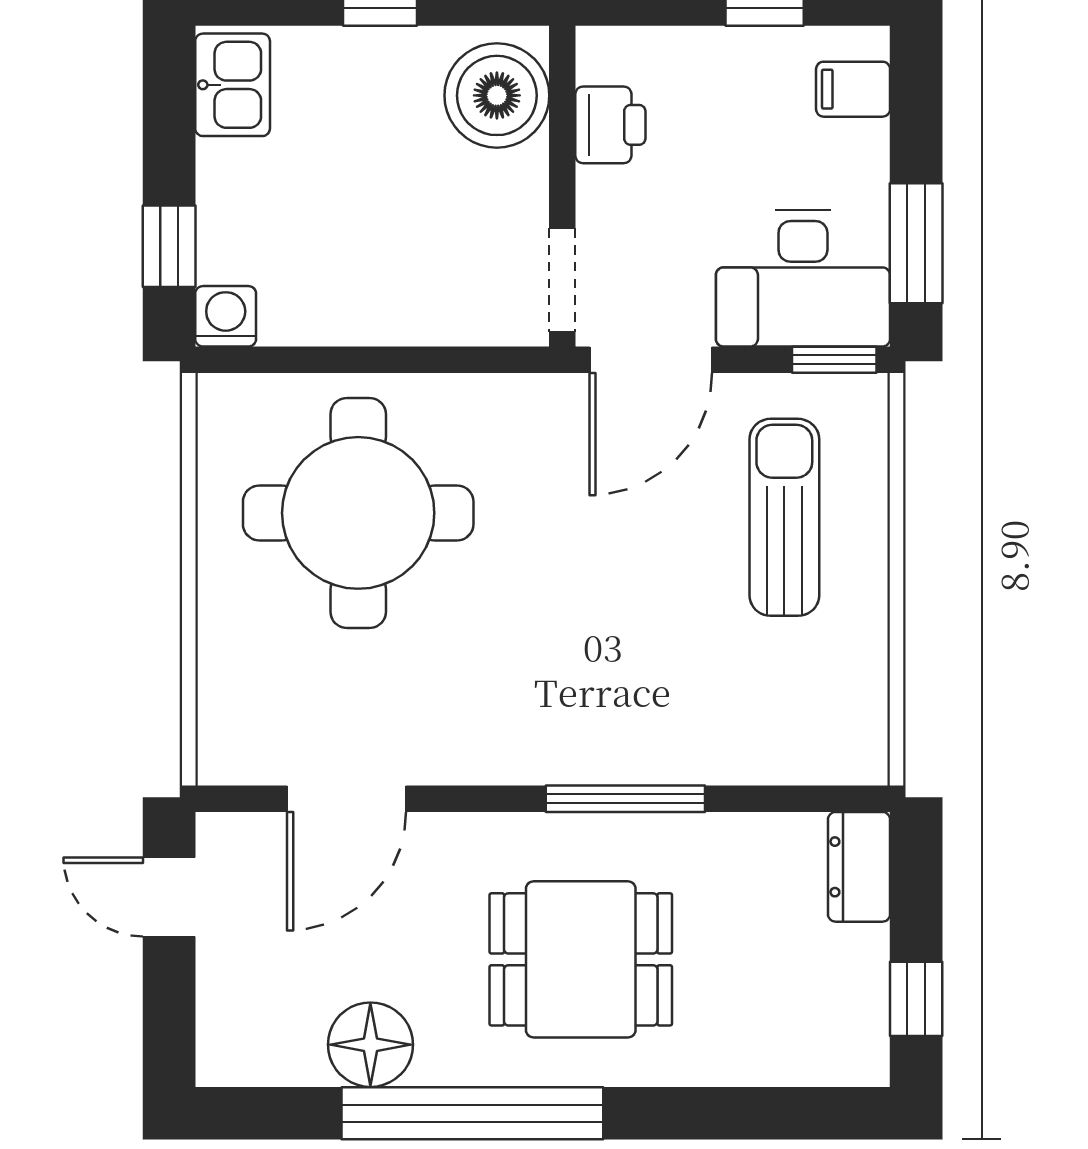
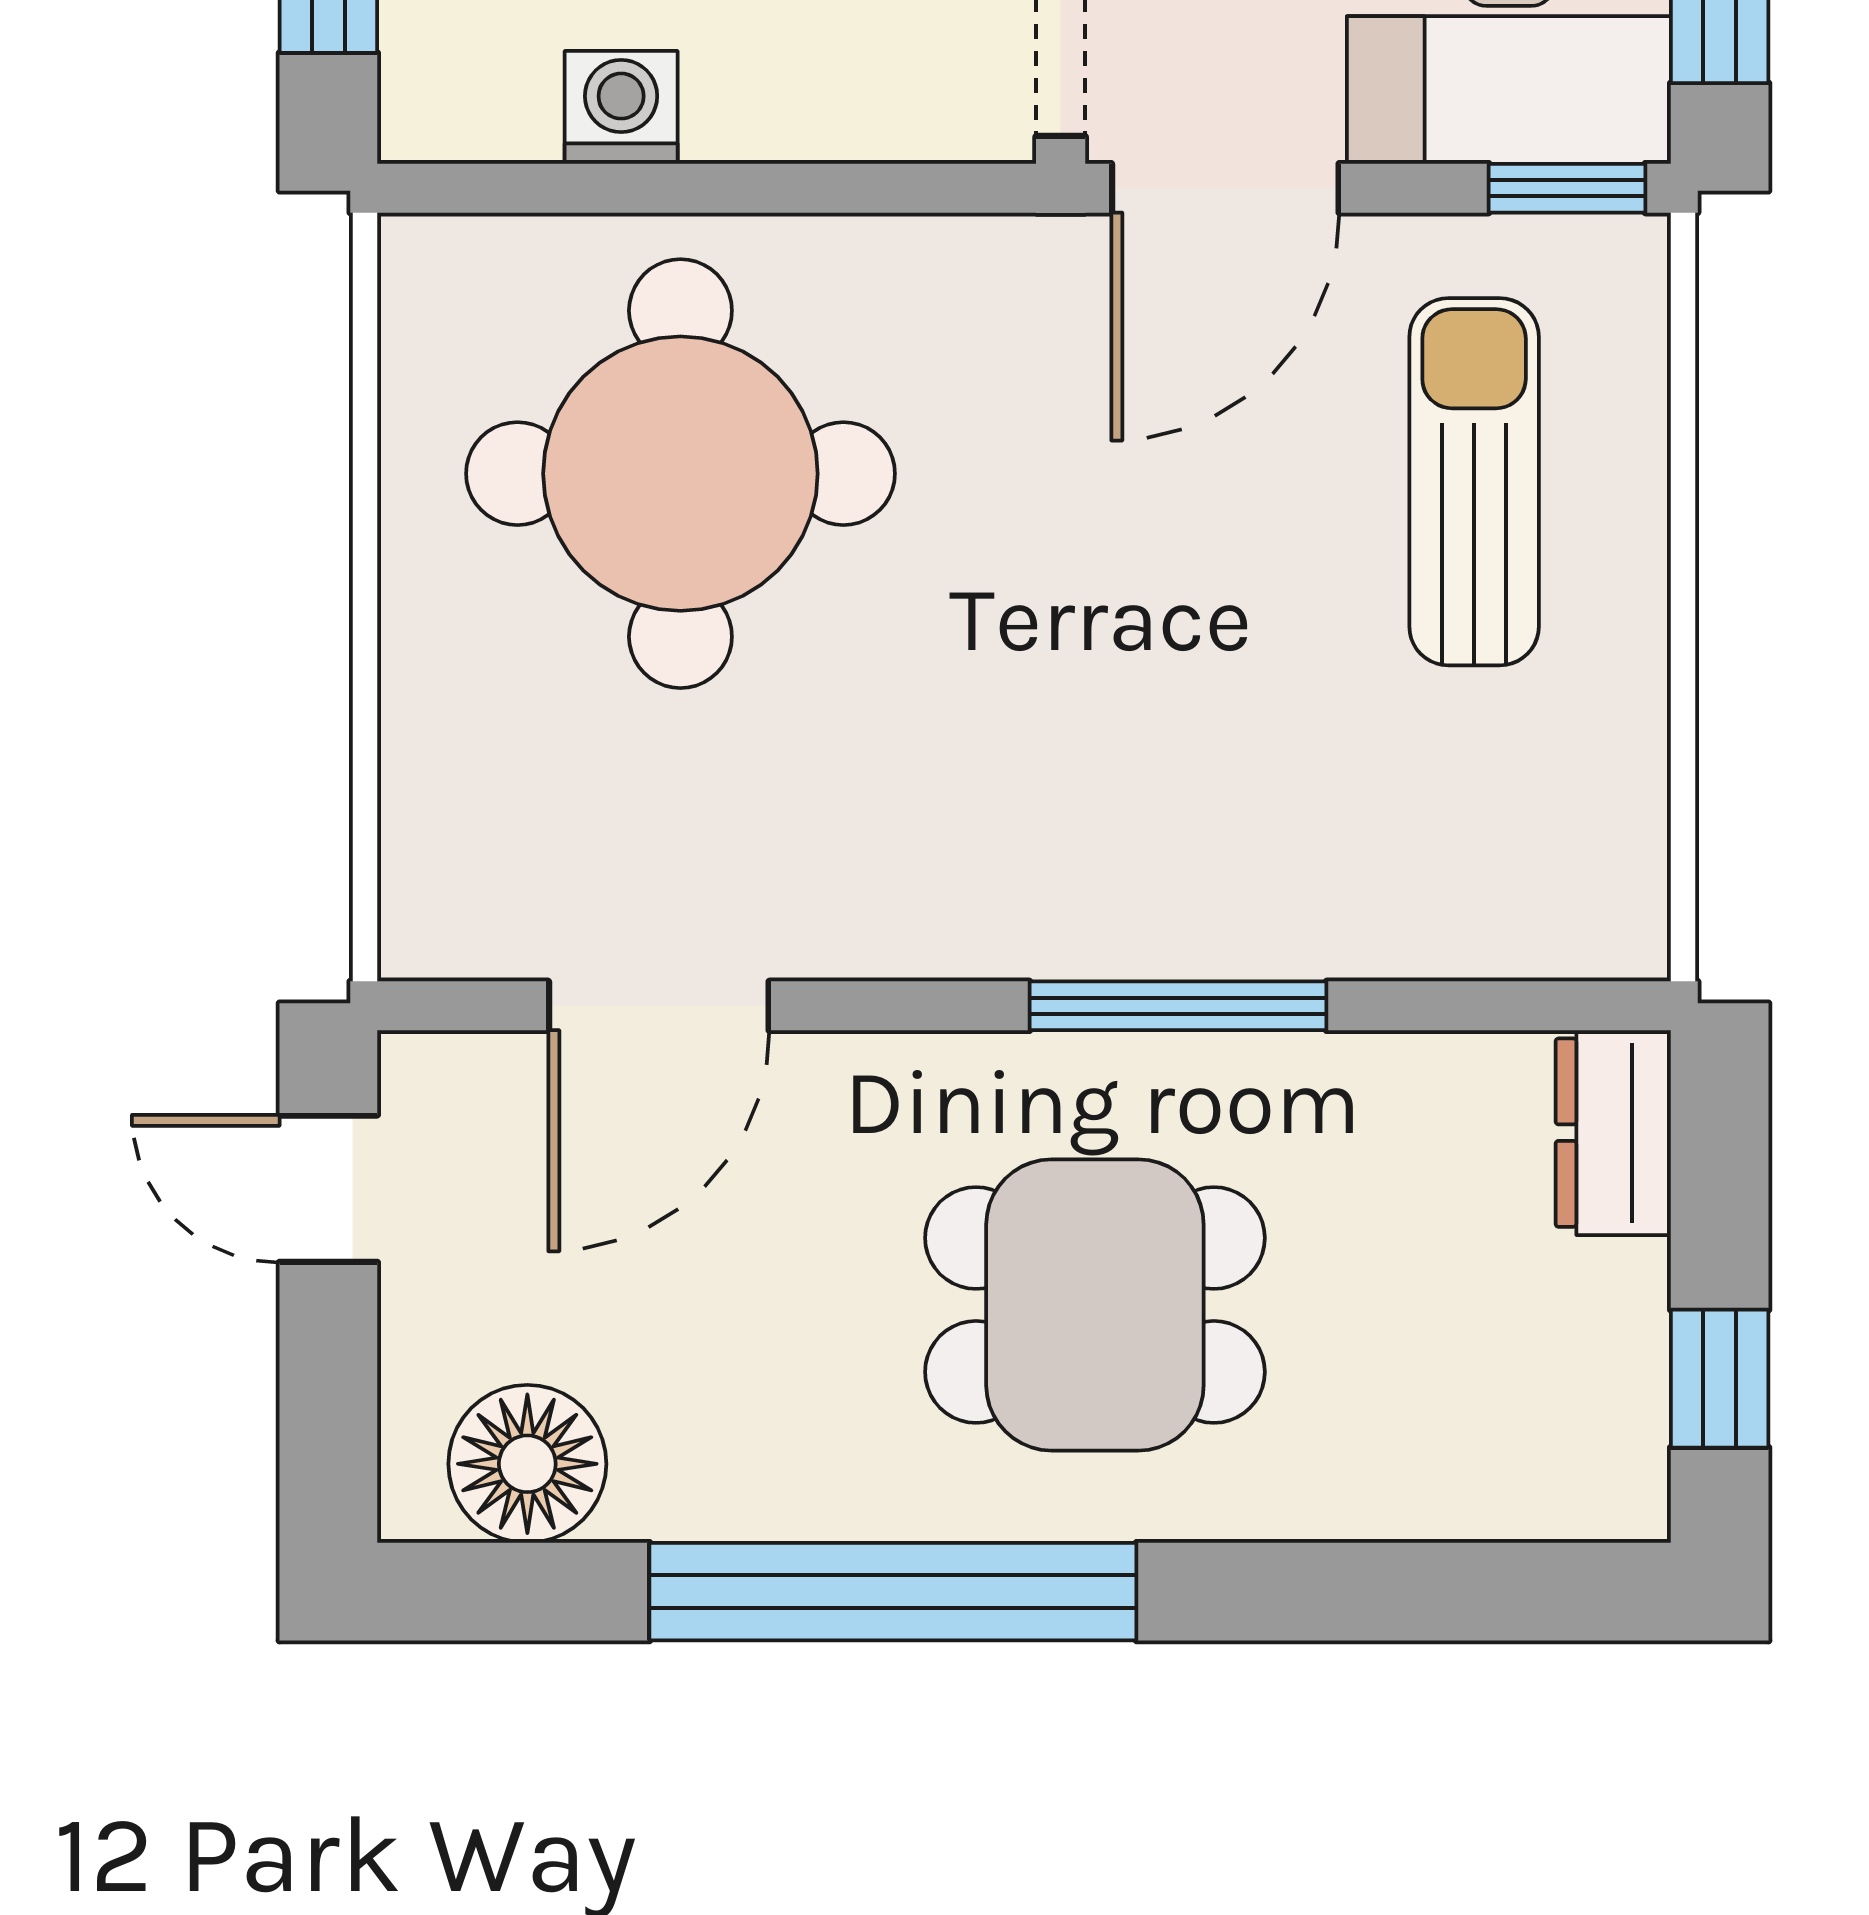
washing machine: (226, 316) -> (621, 107), moved
floor lamp: (370, 1045) -> (527, 1464), moved

